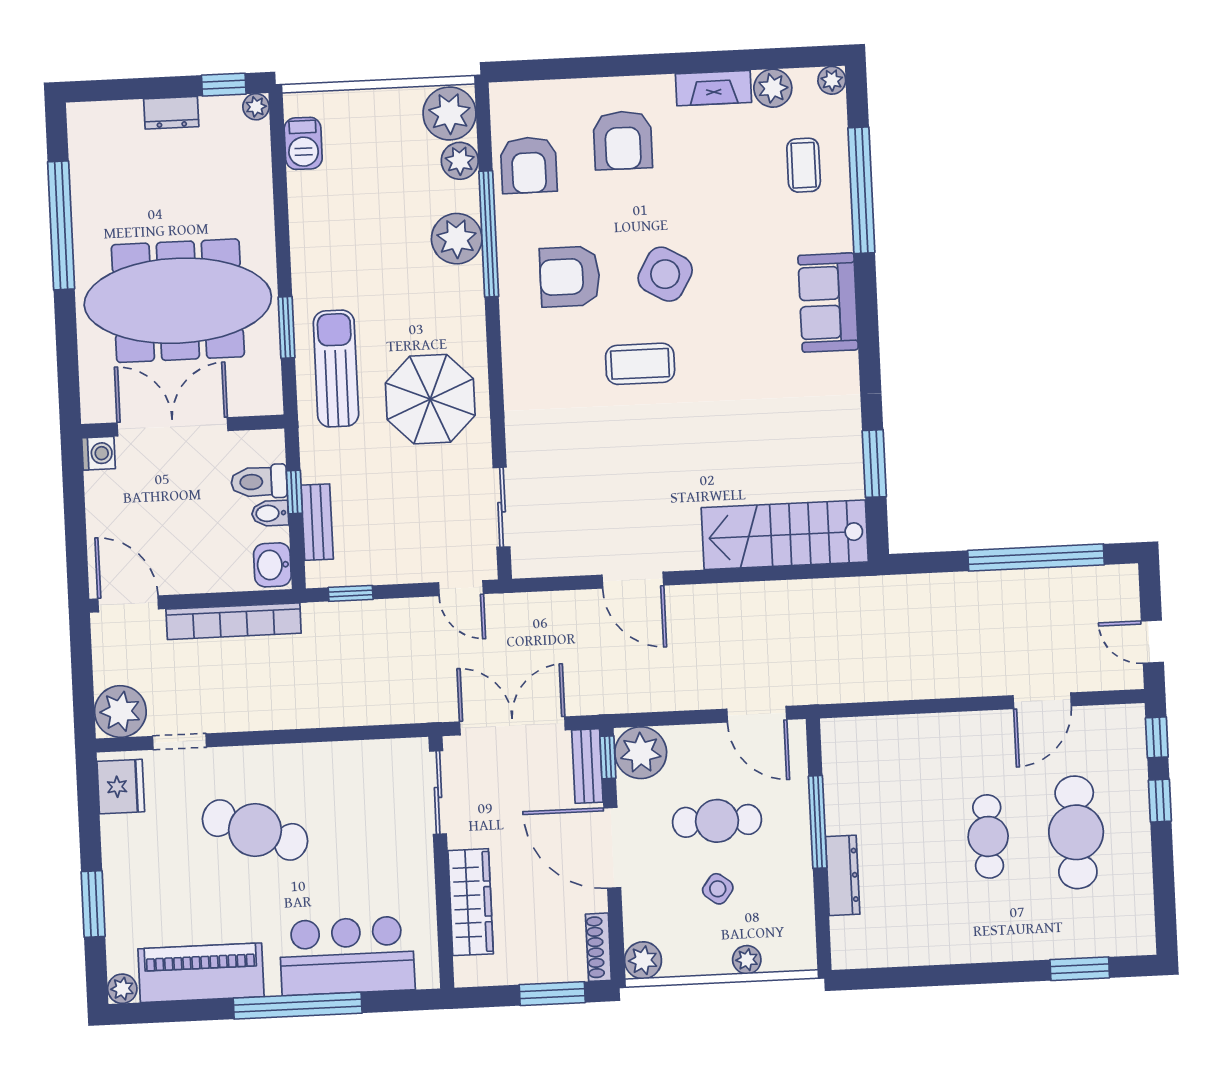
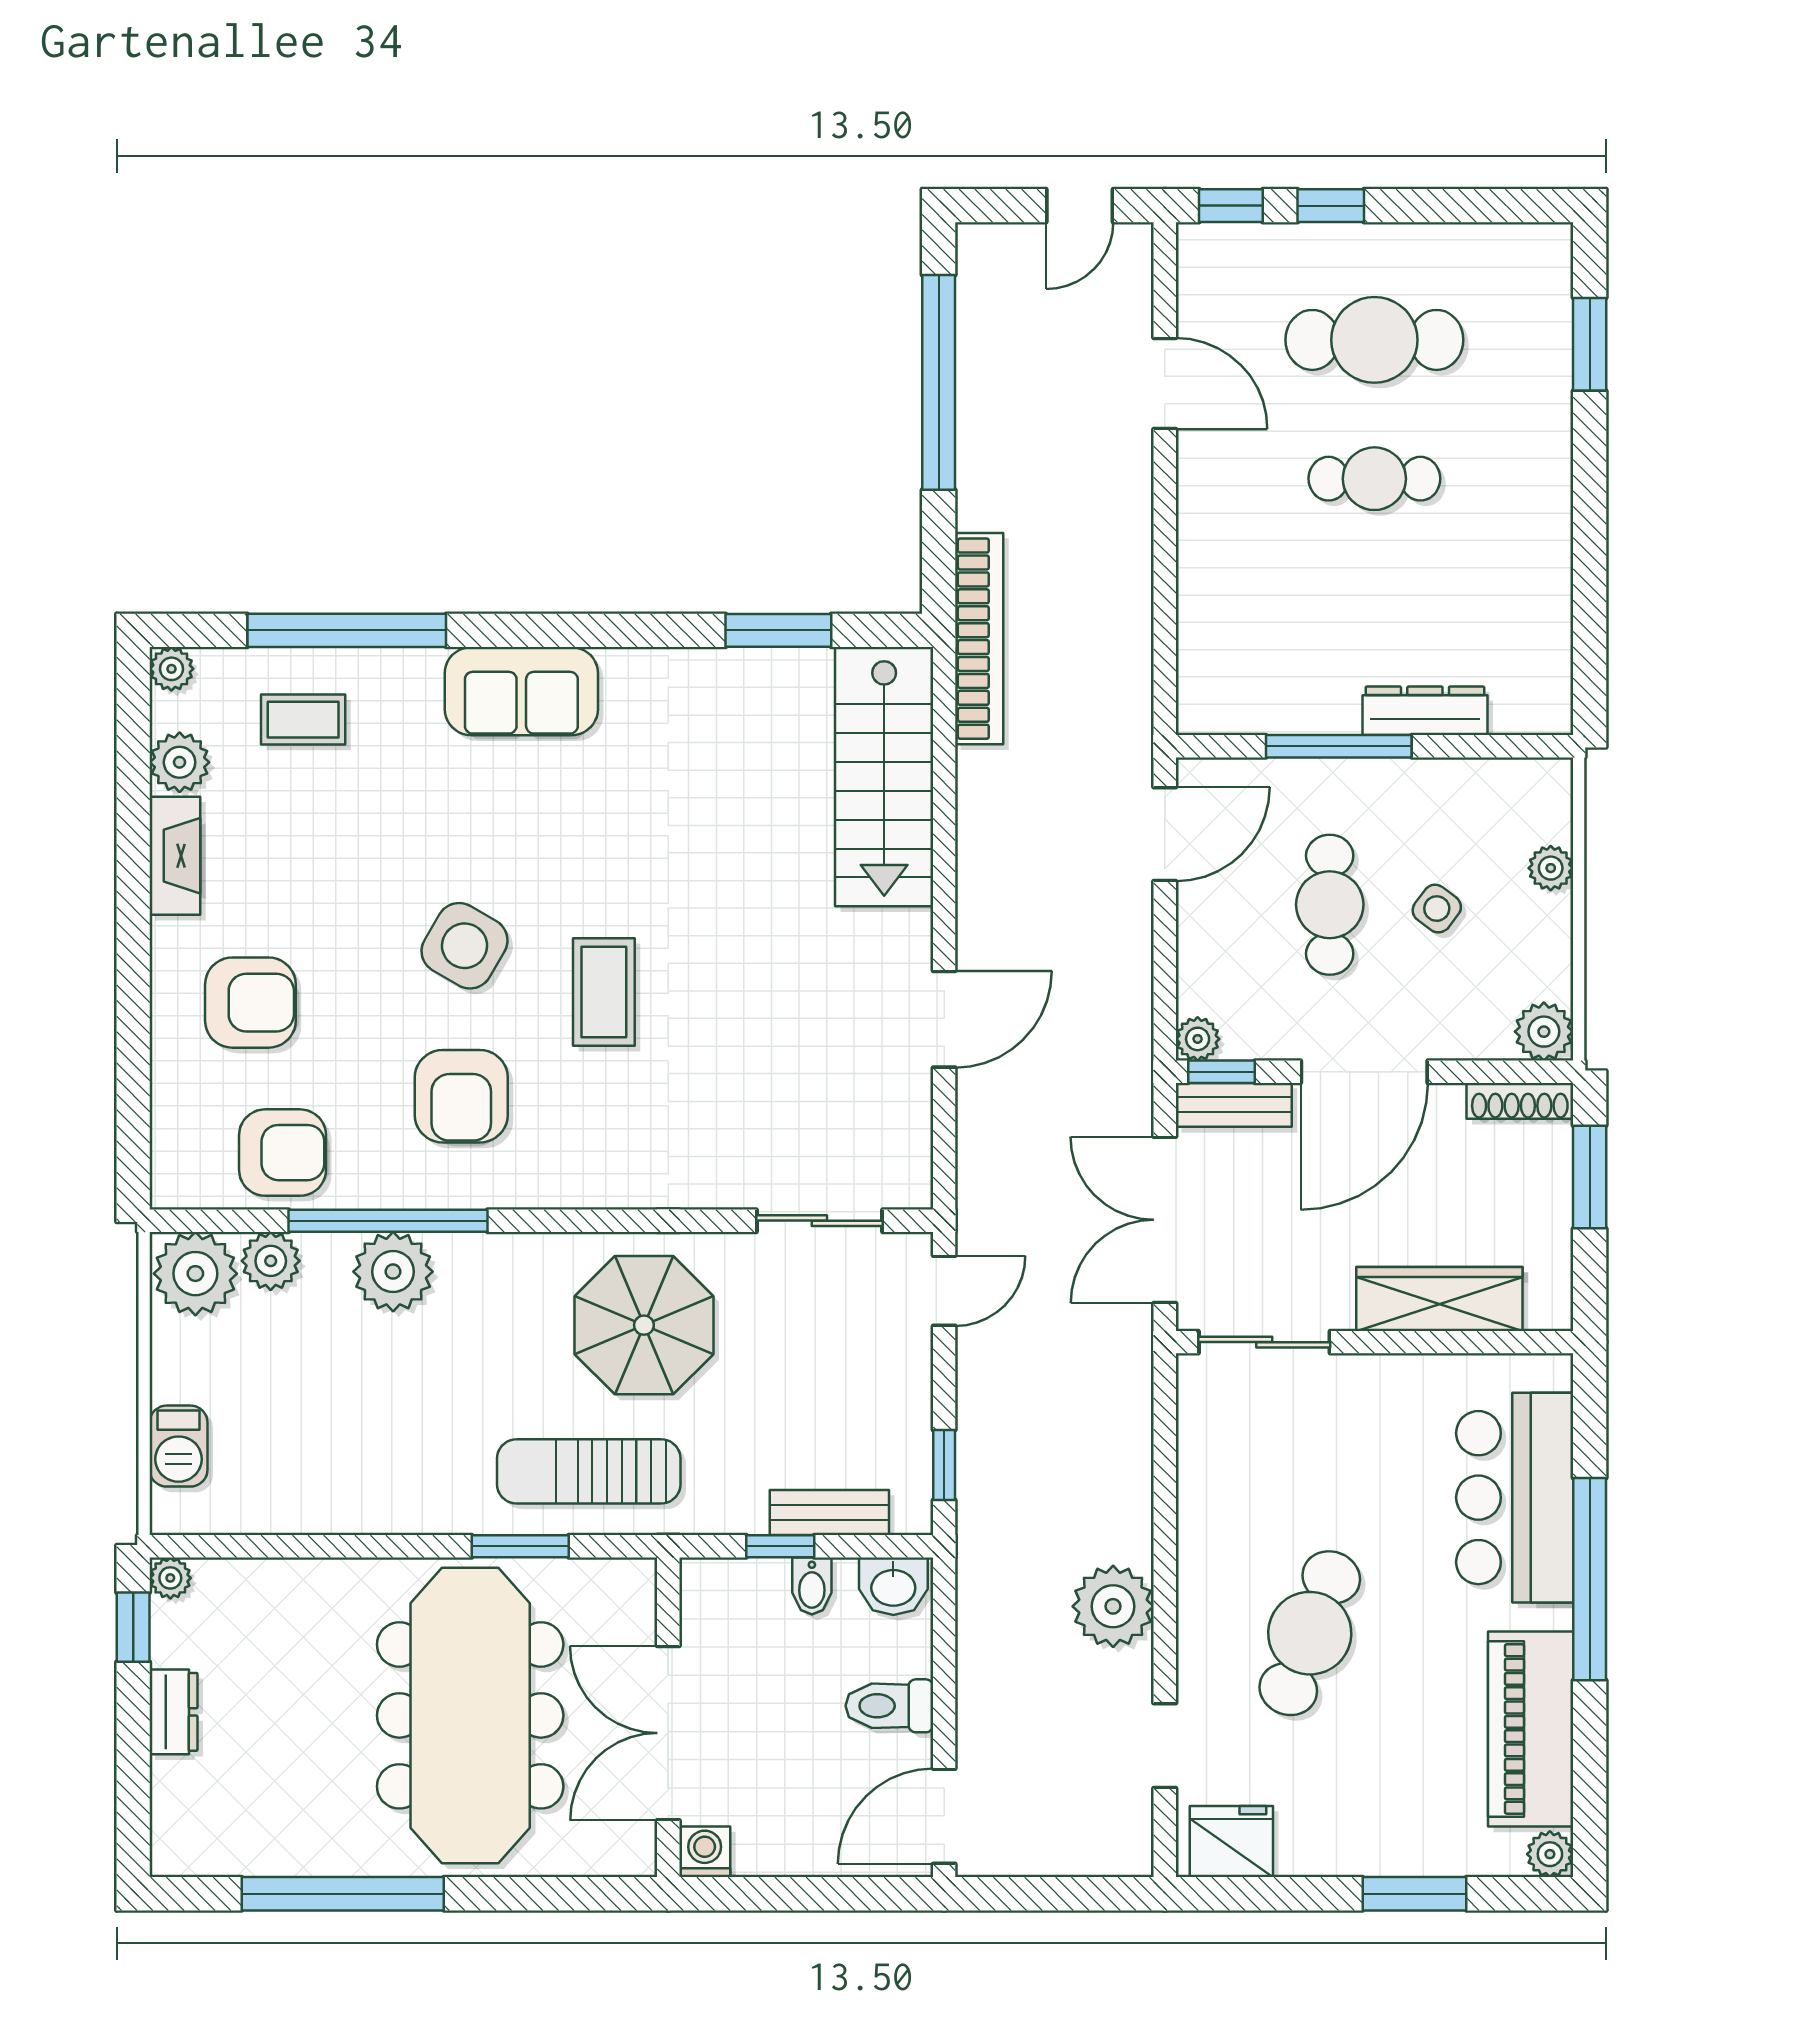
barbecue: (303, 143) -> (179, 1446), moved, turned 90
toilet: (259, 482) -> (889, 1706), moved, turned 90
bookcase: (234, 621) -> (979, 639), moved
plant: (120, 711) -> (1113, 1606), moved
plant: (641, 753) -> (1198, 1039), width x0.53, depth x0.53

